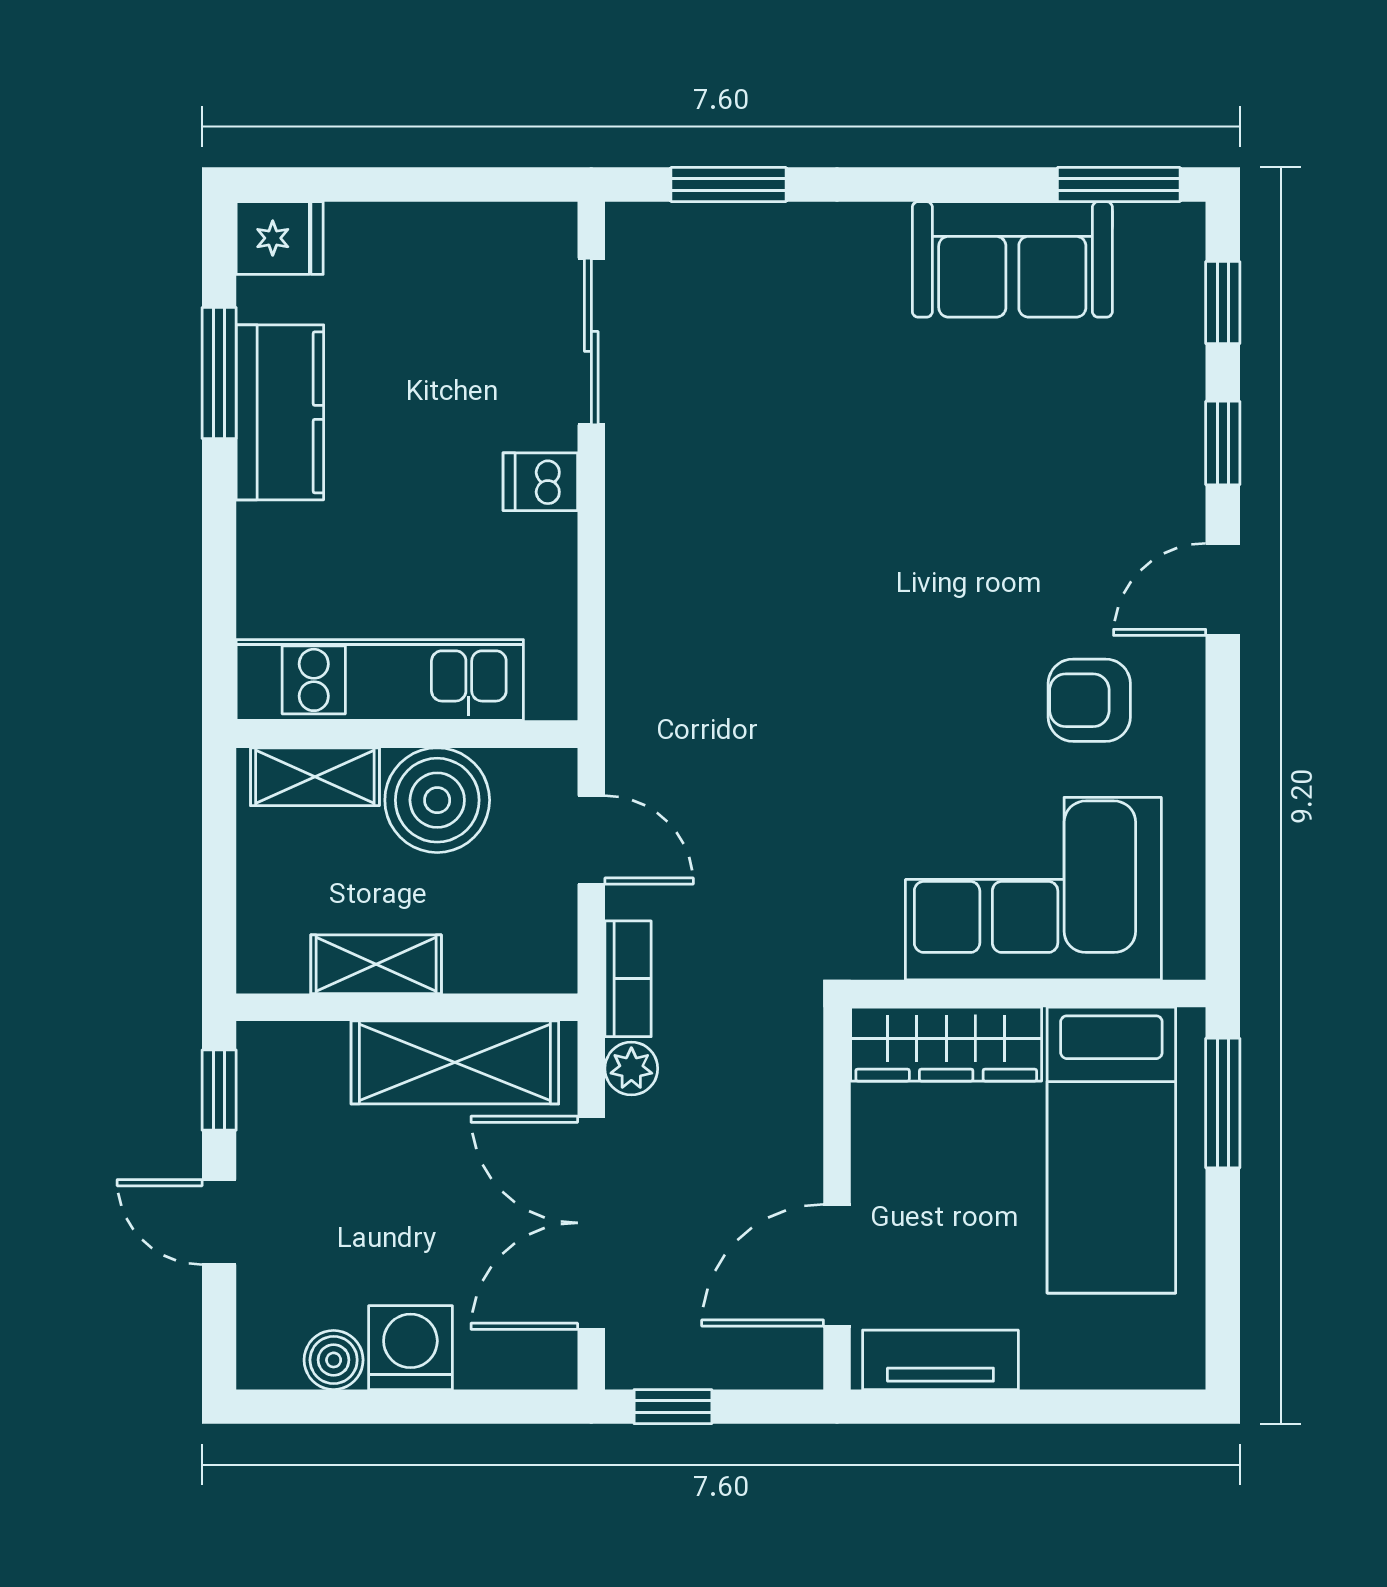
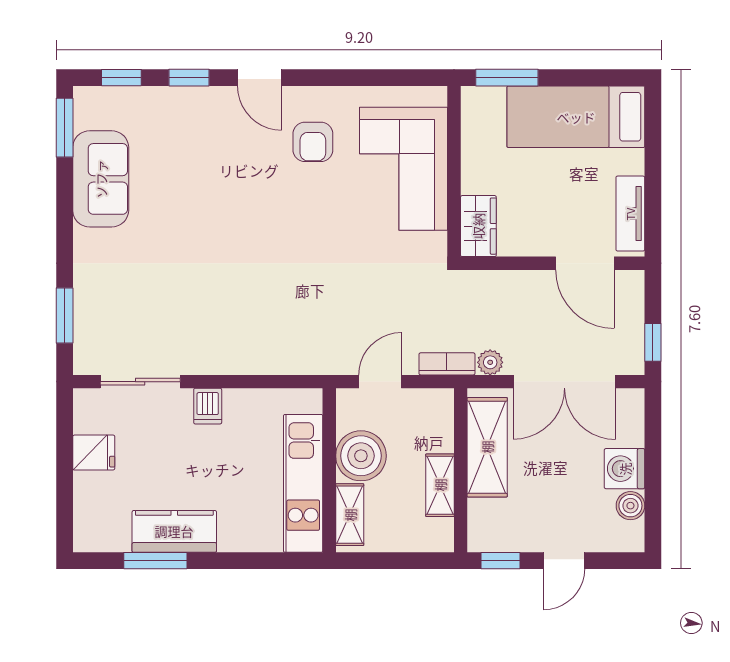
fridge: (280, 238) -> (94, 452), moved, turned 90
wardrobe: (946, 1044) -> (478, 226), width x0.67
bed: (1111, 1150) -> (576, 117), moved, turned 180

